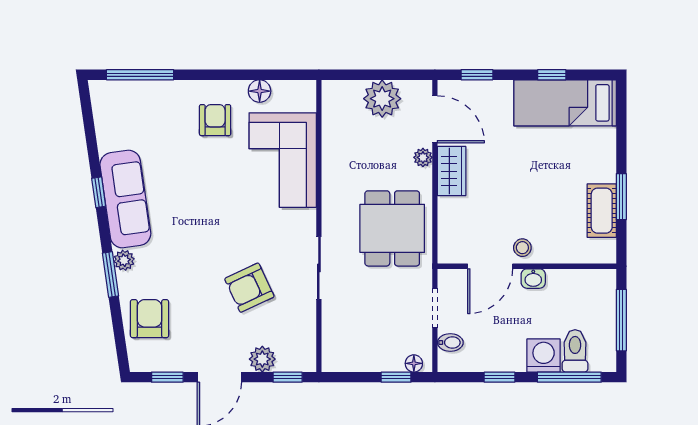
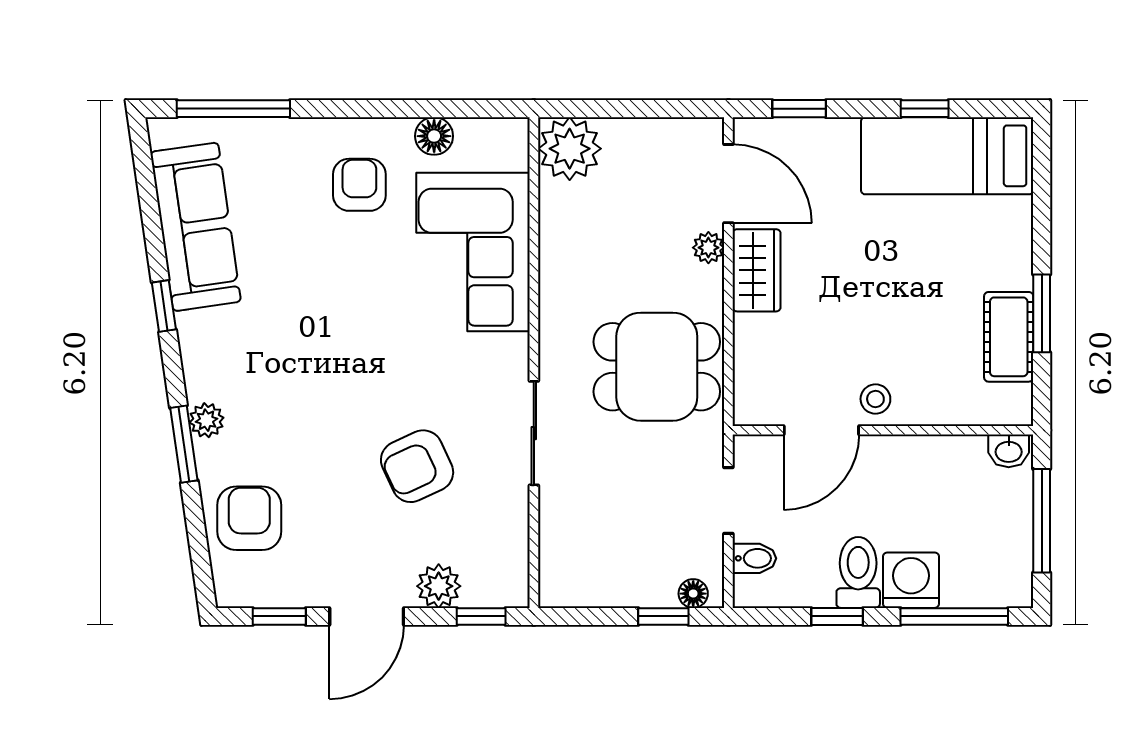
plant: (382, 99) -> (570, 149), moved
sofa: (125, 199) -> (196, 227), moved
dining table: (392, 228) -> (657, 367), turned 90
washbasin: (533, 279) -> (1009, 451), moved
toilet: (575, 351) -> (858, 572), moved

